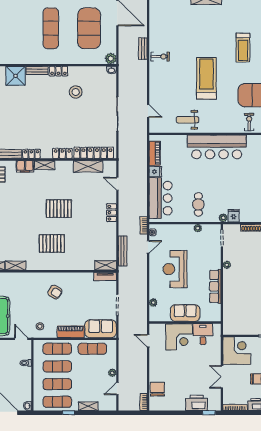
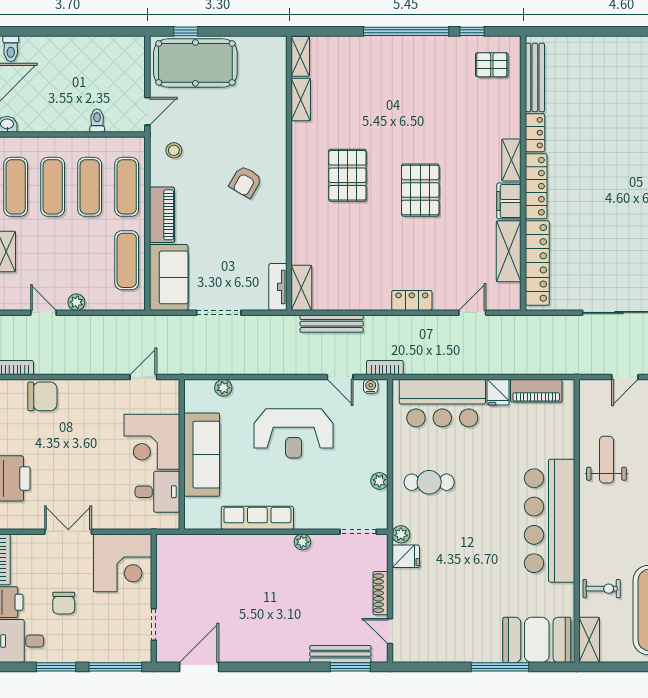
locker: (62, 153) -> (536, 186), width x1.53
filing cabinet: (25, 166) -> (509, 201), moved
reception desk: (175, 269) -> (294, 433), turned 180
sofa: (185, 313) -> (202, 455), width x1.36

